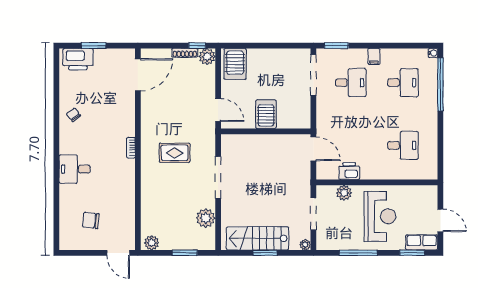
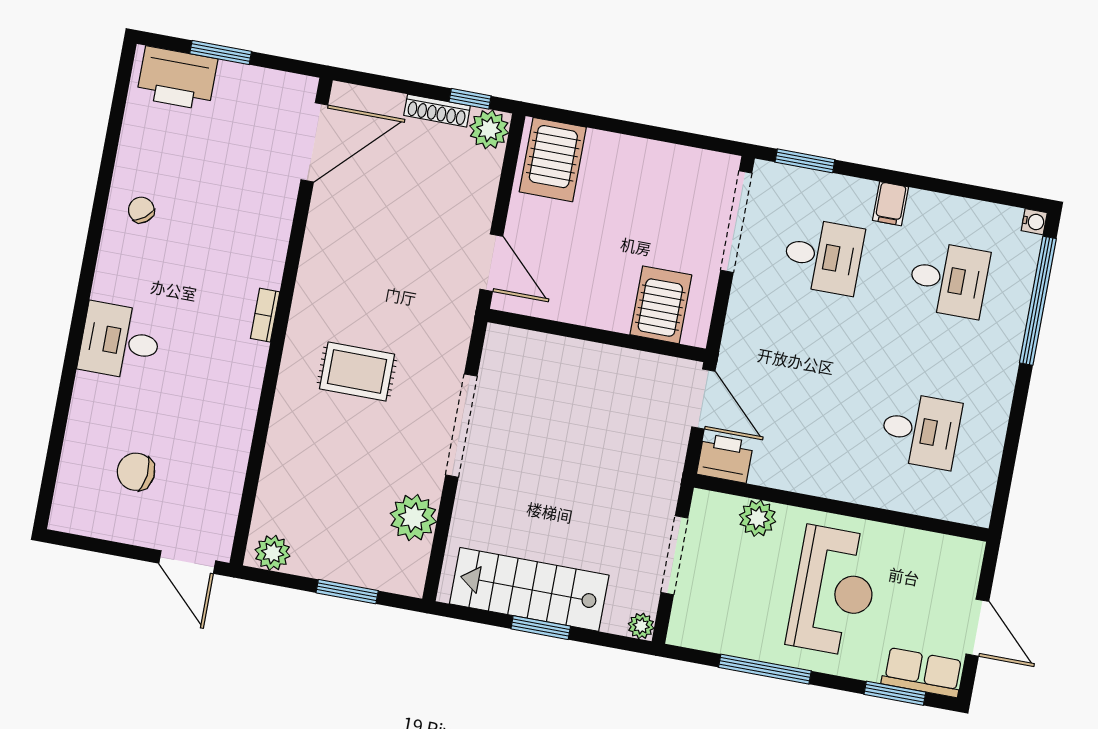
server rack: (266, 114) -> (661, 305), moved
rug: (175, 153) -> (357, 372), moved
printer: (349, 171) -> (725, 458), moved

